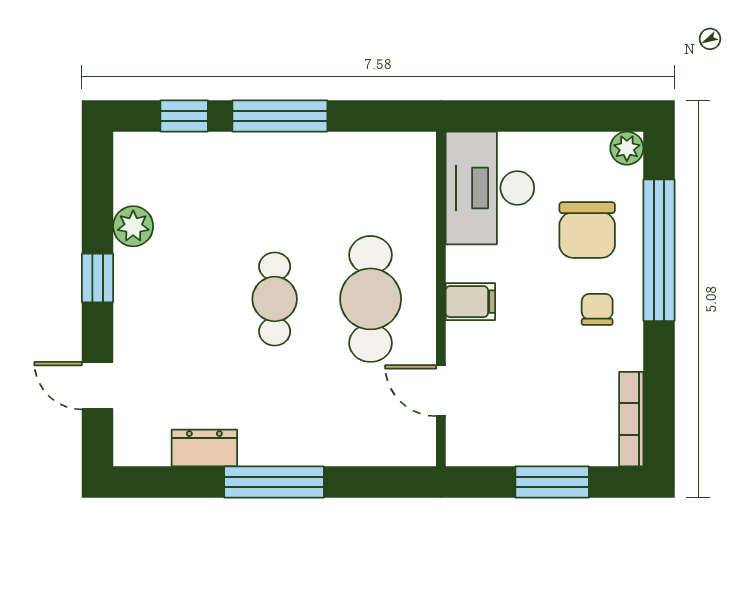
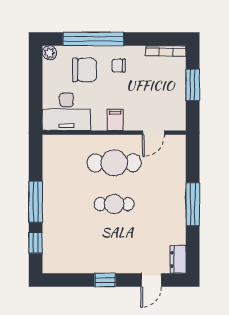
plant: (133, 226) -> (83, 265), removed
dresser: (204, 448) -> (178, 259), moved

